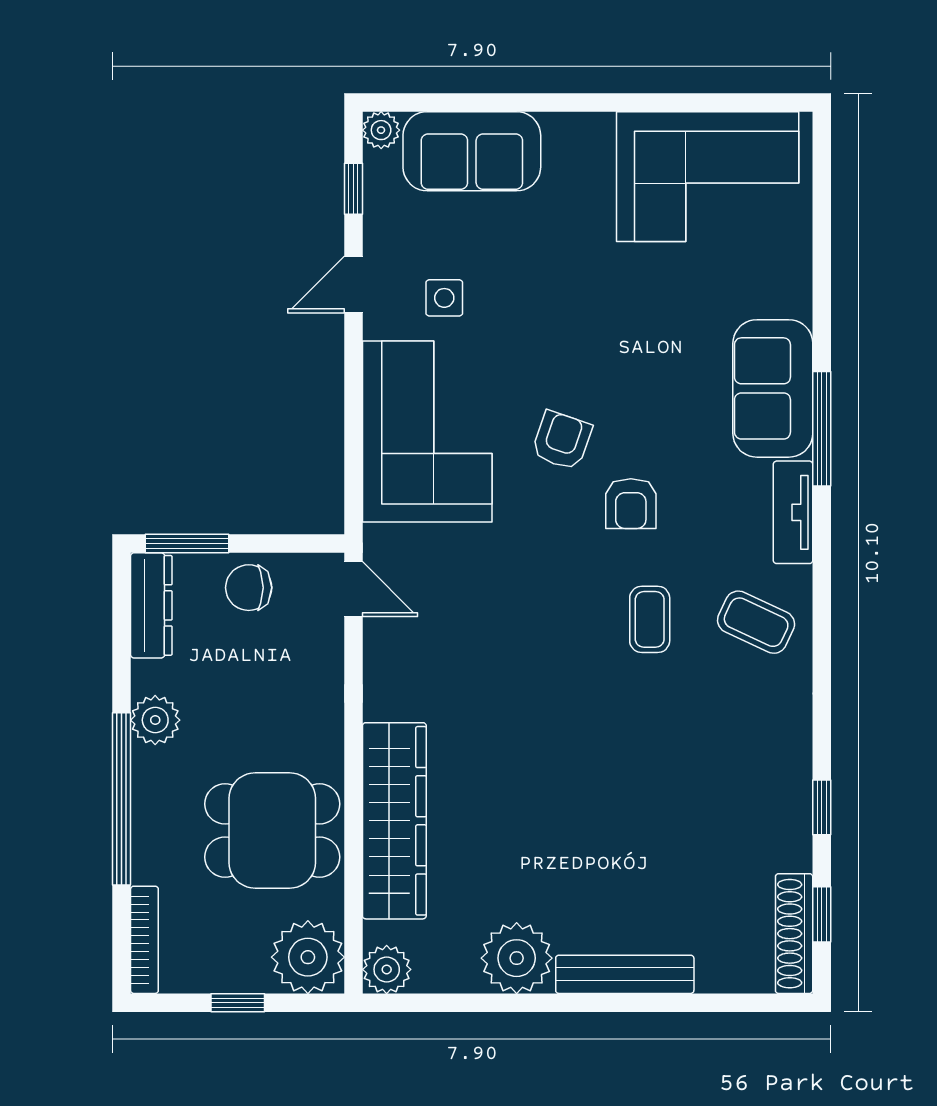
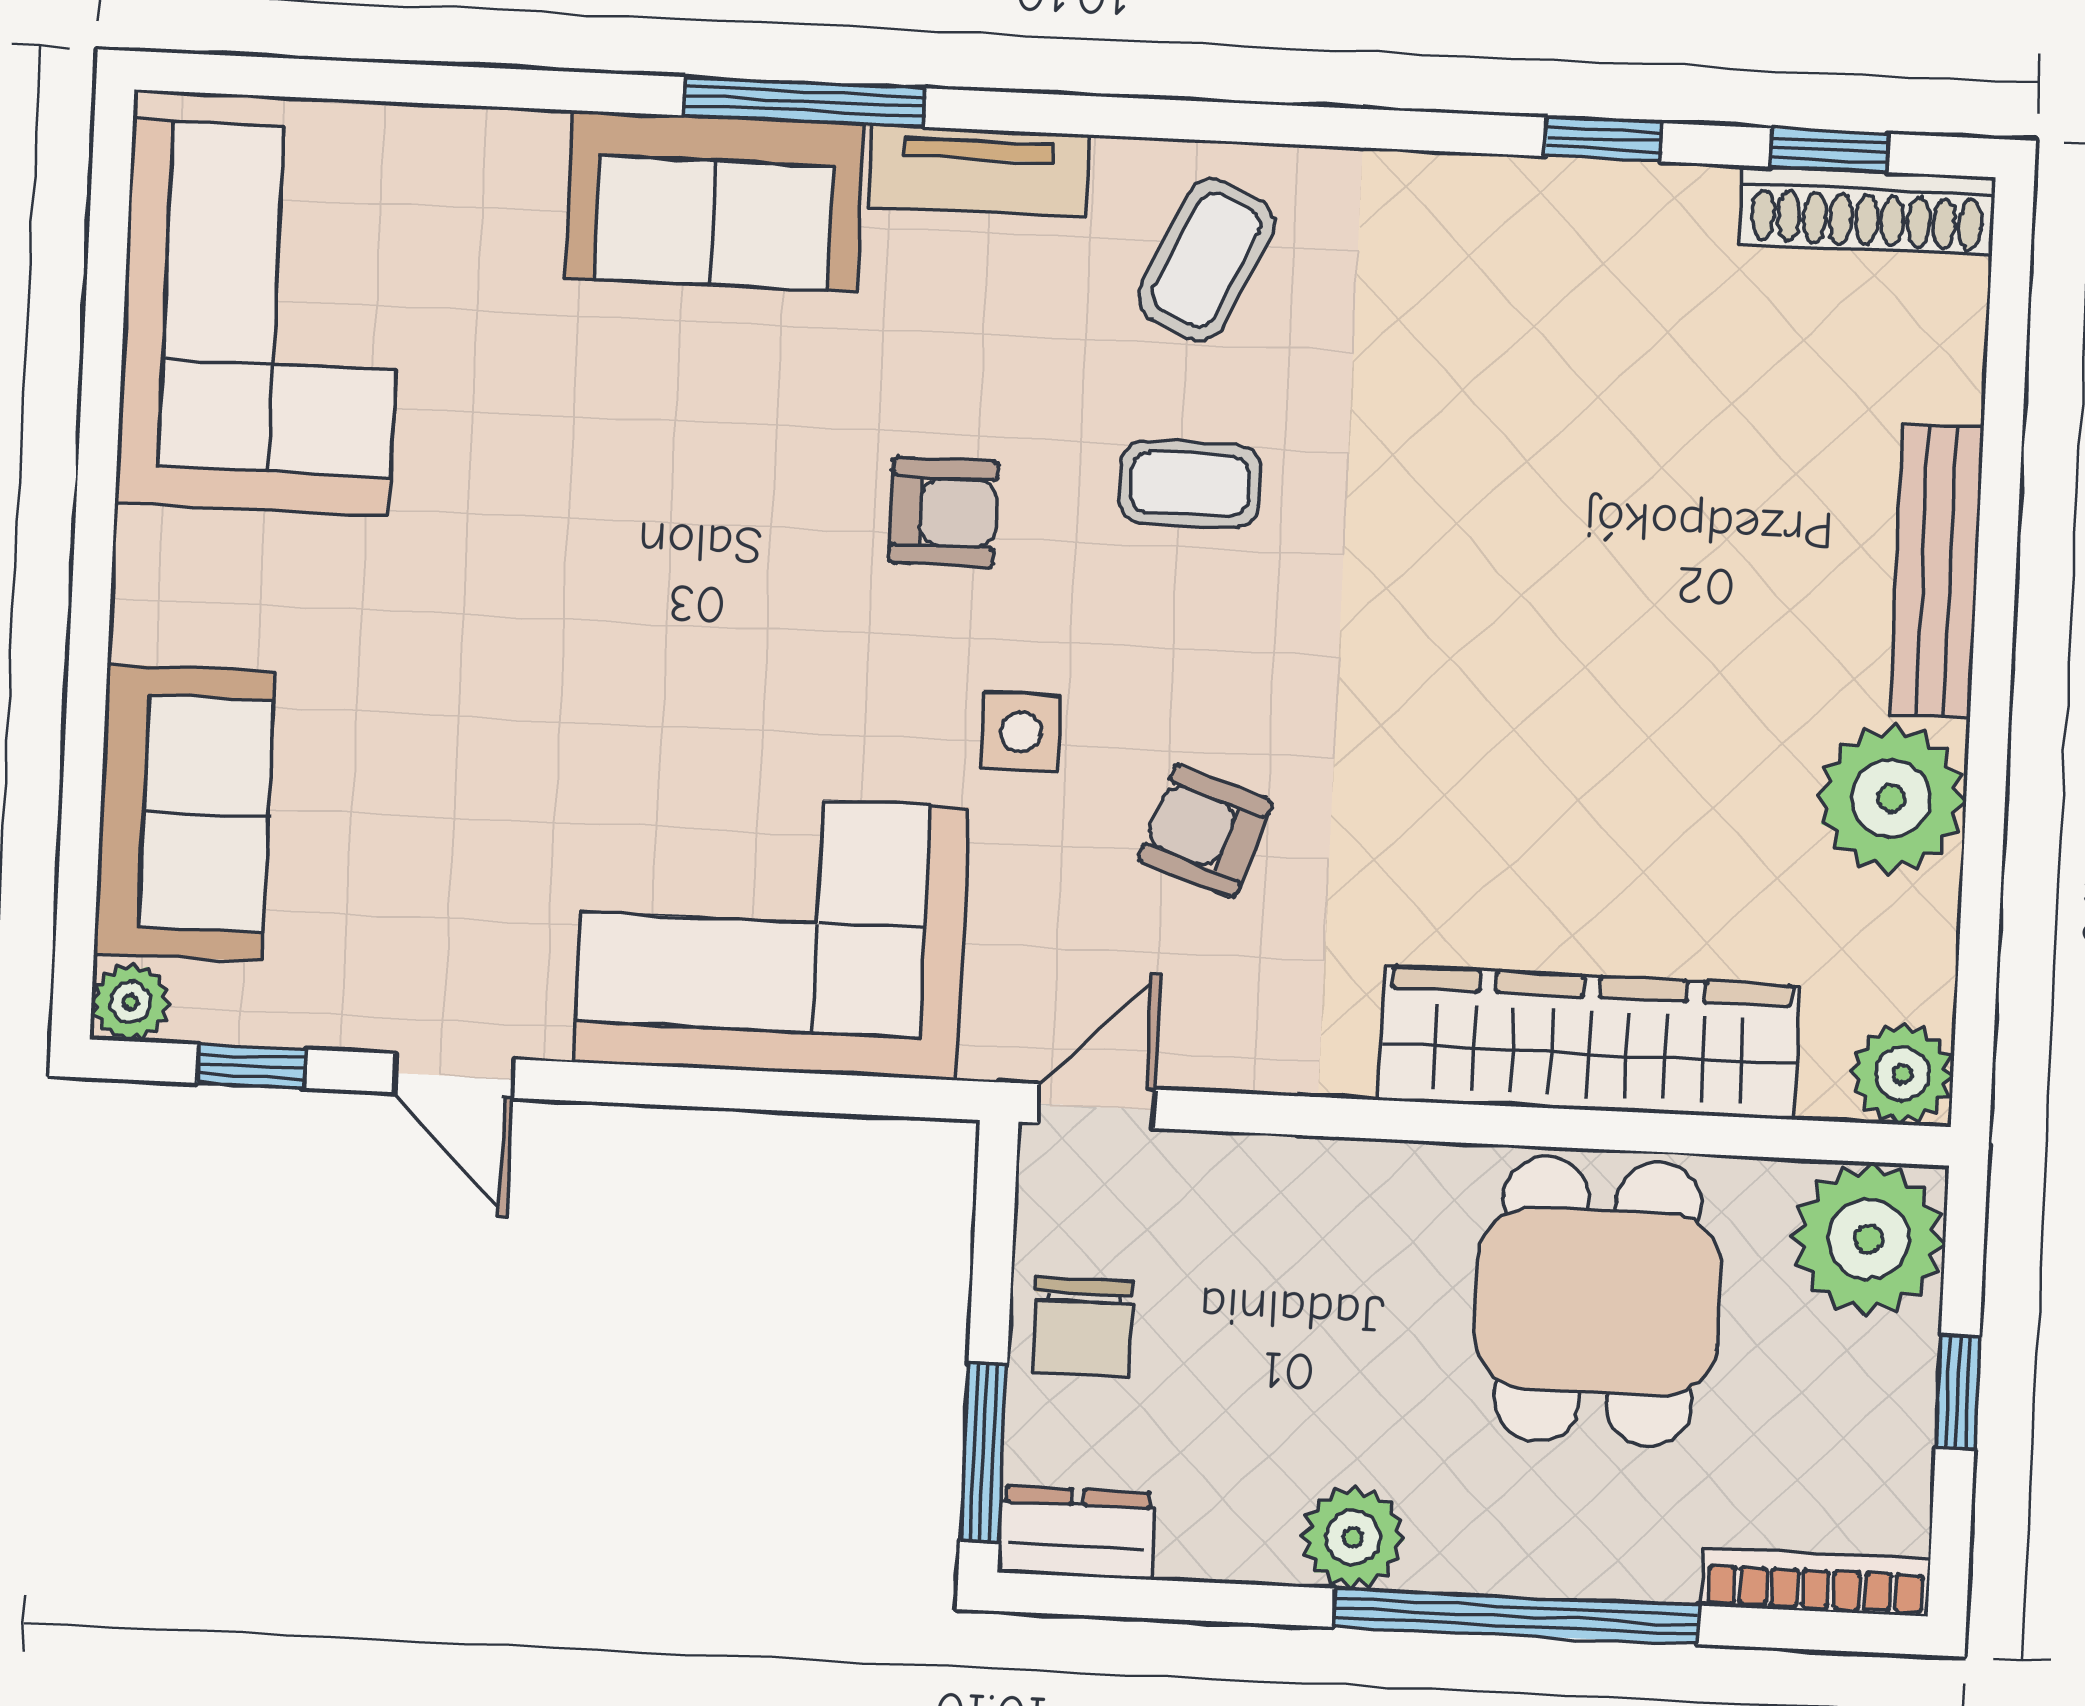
side table: (444, 298) -> (1021, 732), moved
armchair: (562, 440) -> (1205, 831), moved
dresser: (151, 605) -> (1077, 1533), width x0.70

